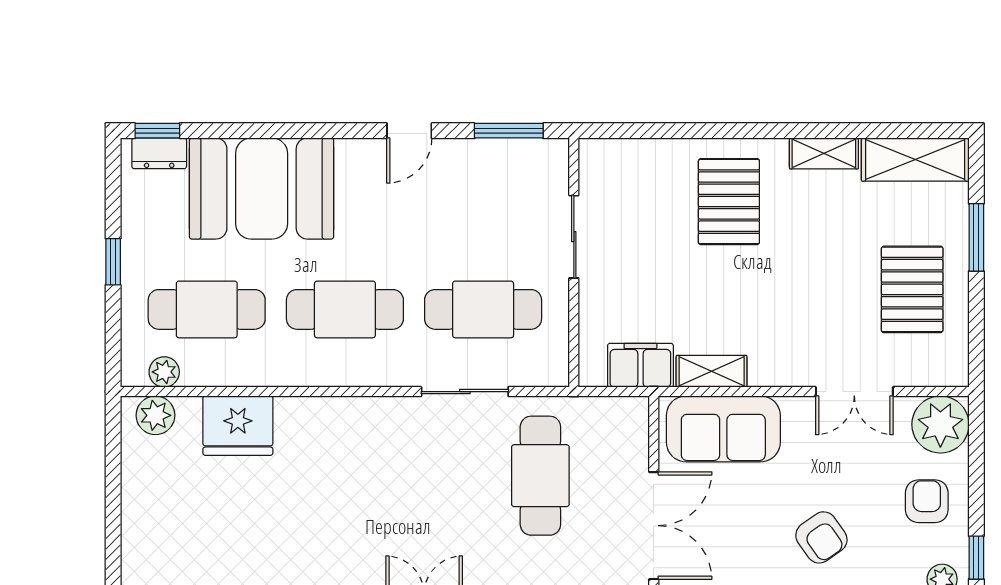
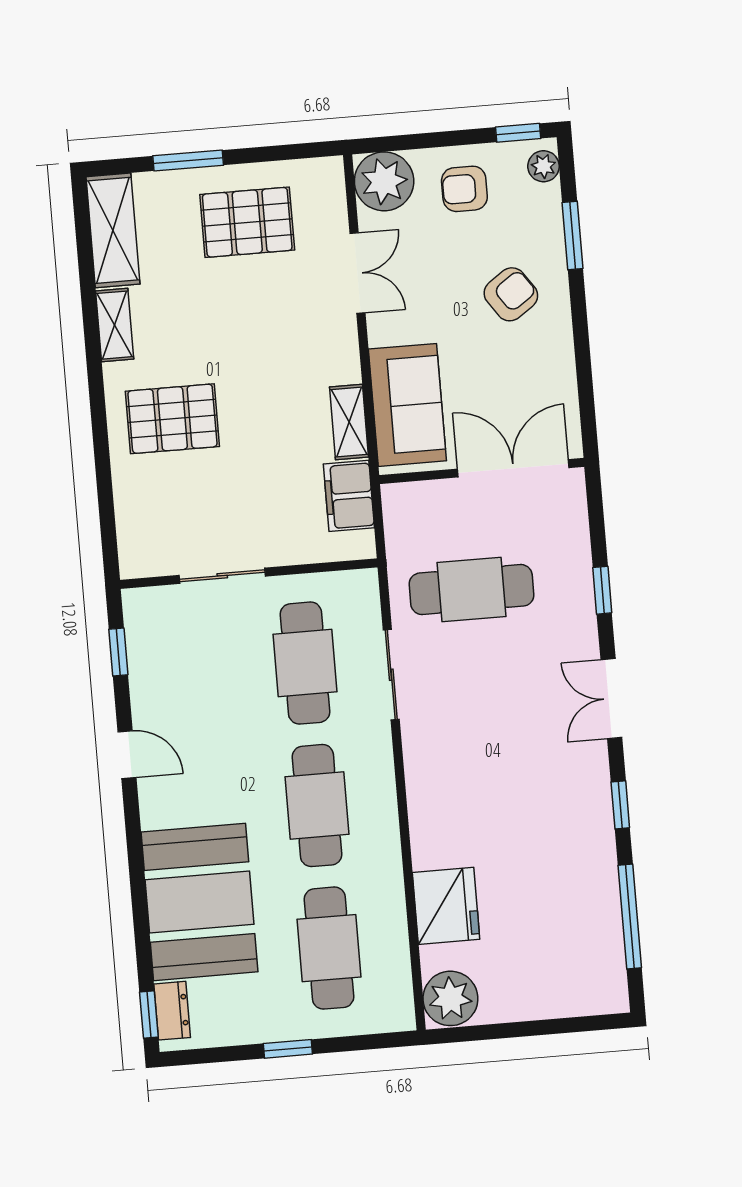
window: (509, 131) -> (118, 652), width x0.67
plant: (164, 372) -> (397, 987), removed
plant: (155, 415) -> (450, 998), width x1.36, depth x1.36

